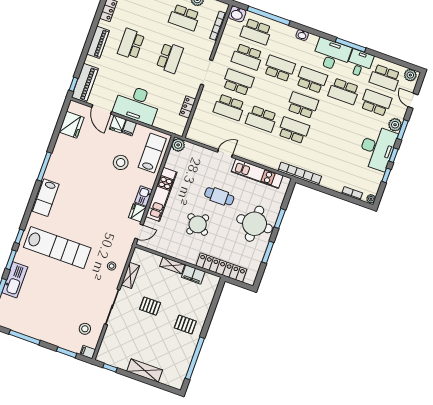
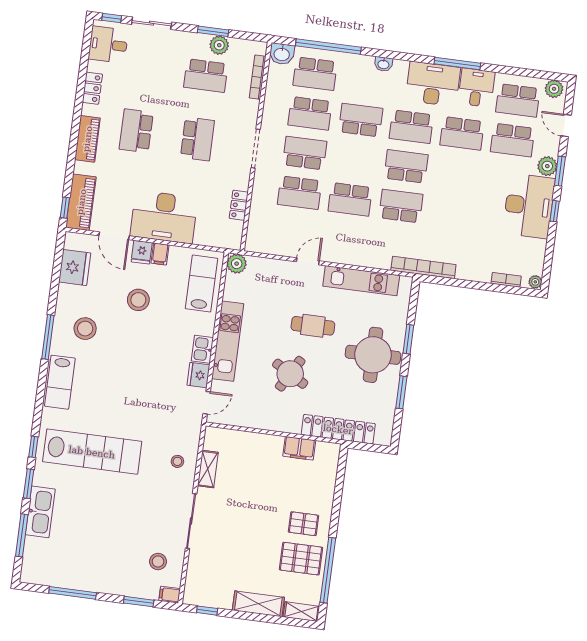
school desk: (312, 80) -> (411, 127), turned 180
school desk: (376, 103) -> (513, 140), turned 180
stool: (121, 162) -> (138, 300), moved
stool: (70, 166) -> (85, 329), added
window: (386, 175) -> (550, 243), removed
shelving: (172, 265) -> (301, 612), moved
pallet: (150, 306) -> (301, 559), moved, width x1.50, depth x1.42

